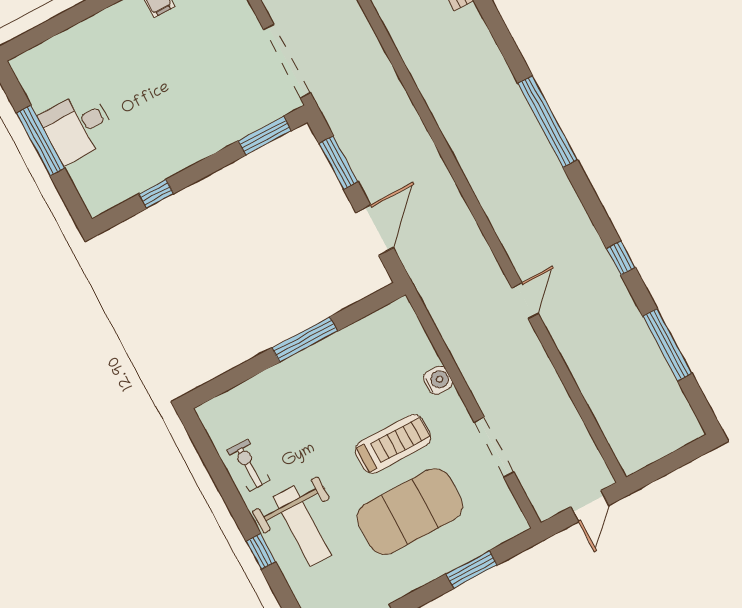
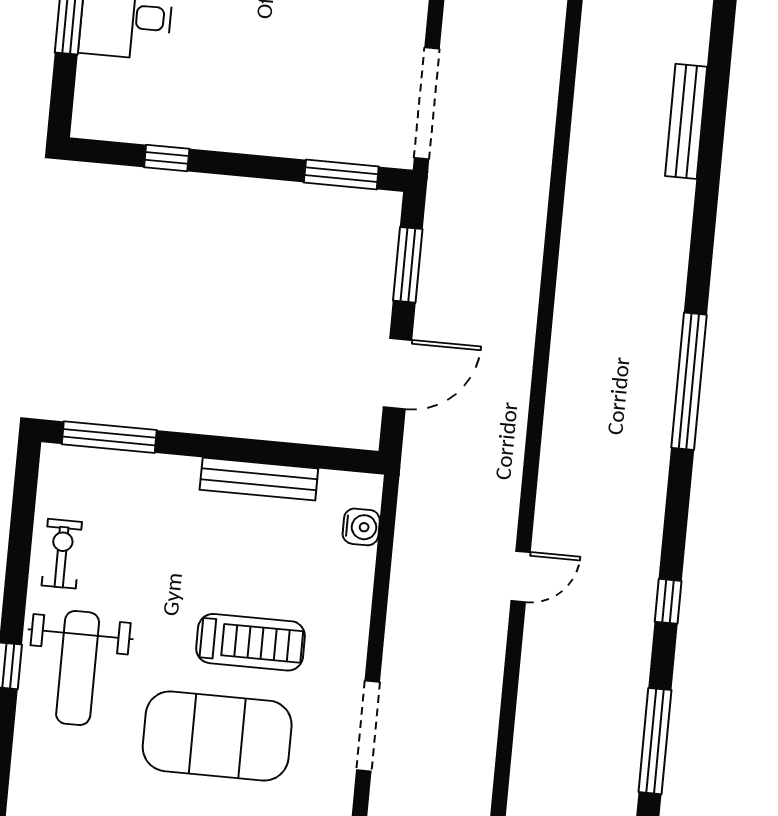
window: (305, 339) -> (109, 437), moved
bench: (335, 345) -> (259, 479), added
water cooler: (438, 380) -> (361, 527), moved

